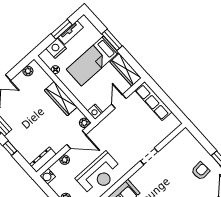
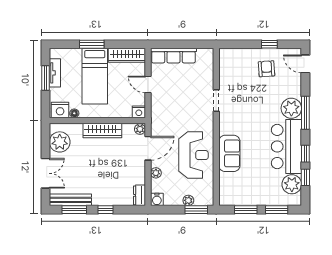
nightstand: (56, 48) -> (60, 110), moved, turned -90
plant: (28, 71) -> (60, 142), width x1.88, depth x1.88
dresser: (43, 160) -> (139, 195), width x0.70

